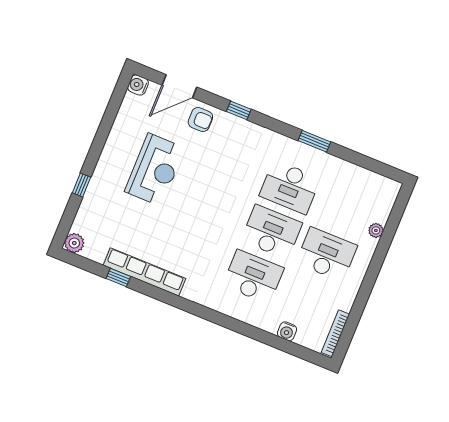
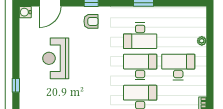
armchair: (200, 120) -> (91, 21), moved
reception desk: (155, 170) -> (56, 58), turned 180

